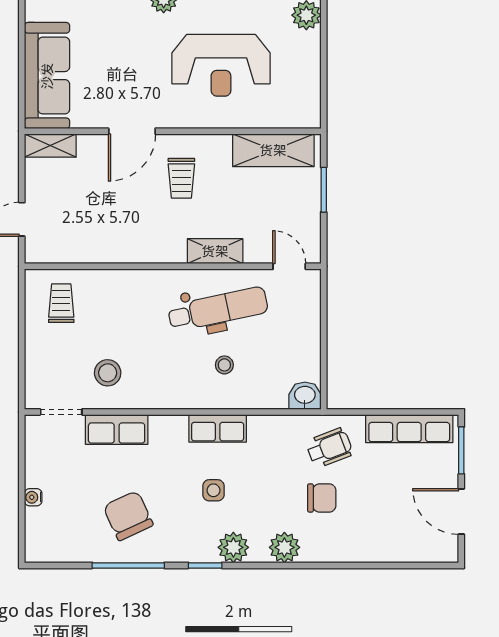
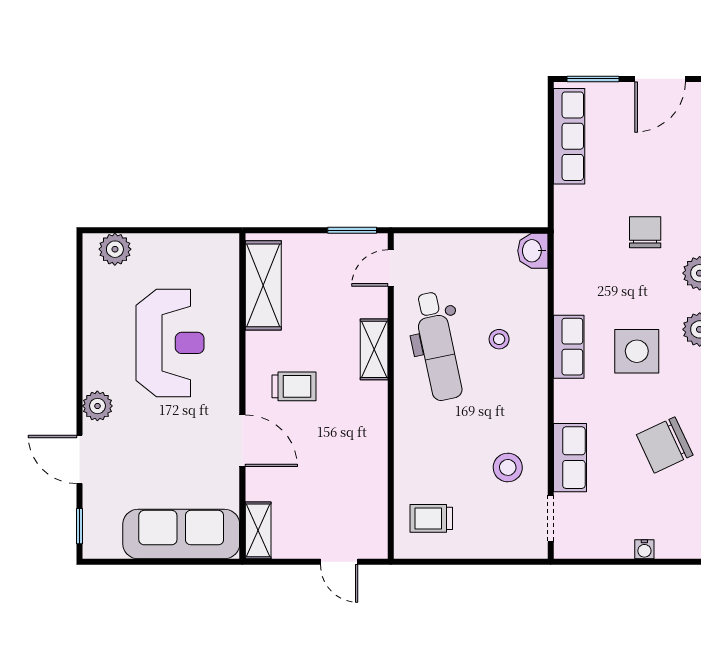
window: (324, 190) -> (352, 230), moved
dental chair: (218, 309) -> (438, 346), turned 180
wheelchair: (329, 448) -> (590, 224), removed
side table: (213, 490) -> (637, 351), width x1.87, depth x1.87

